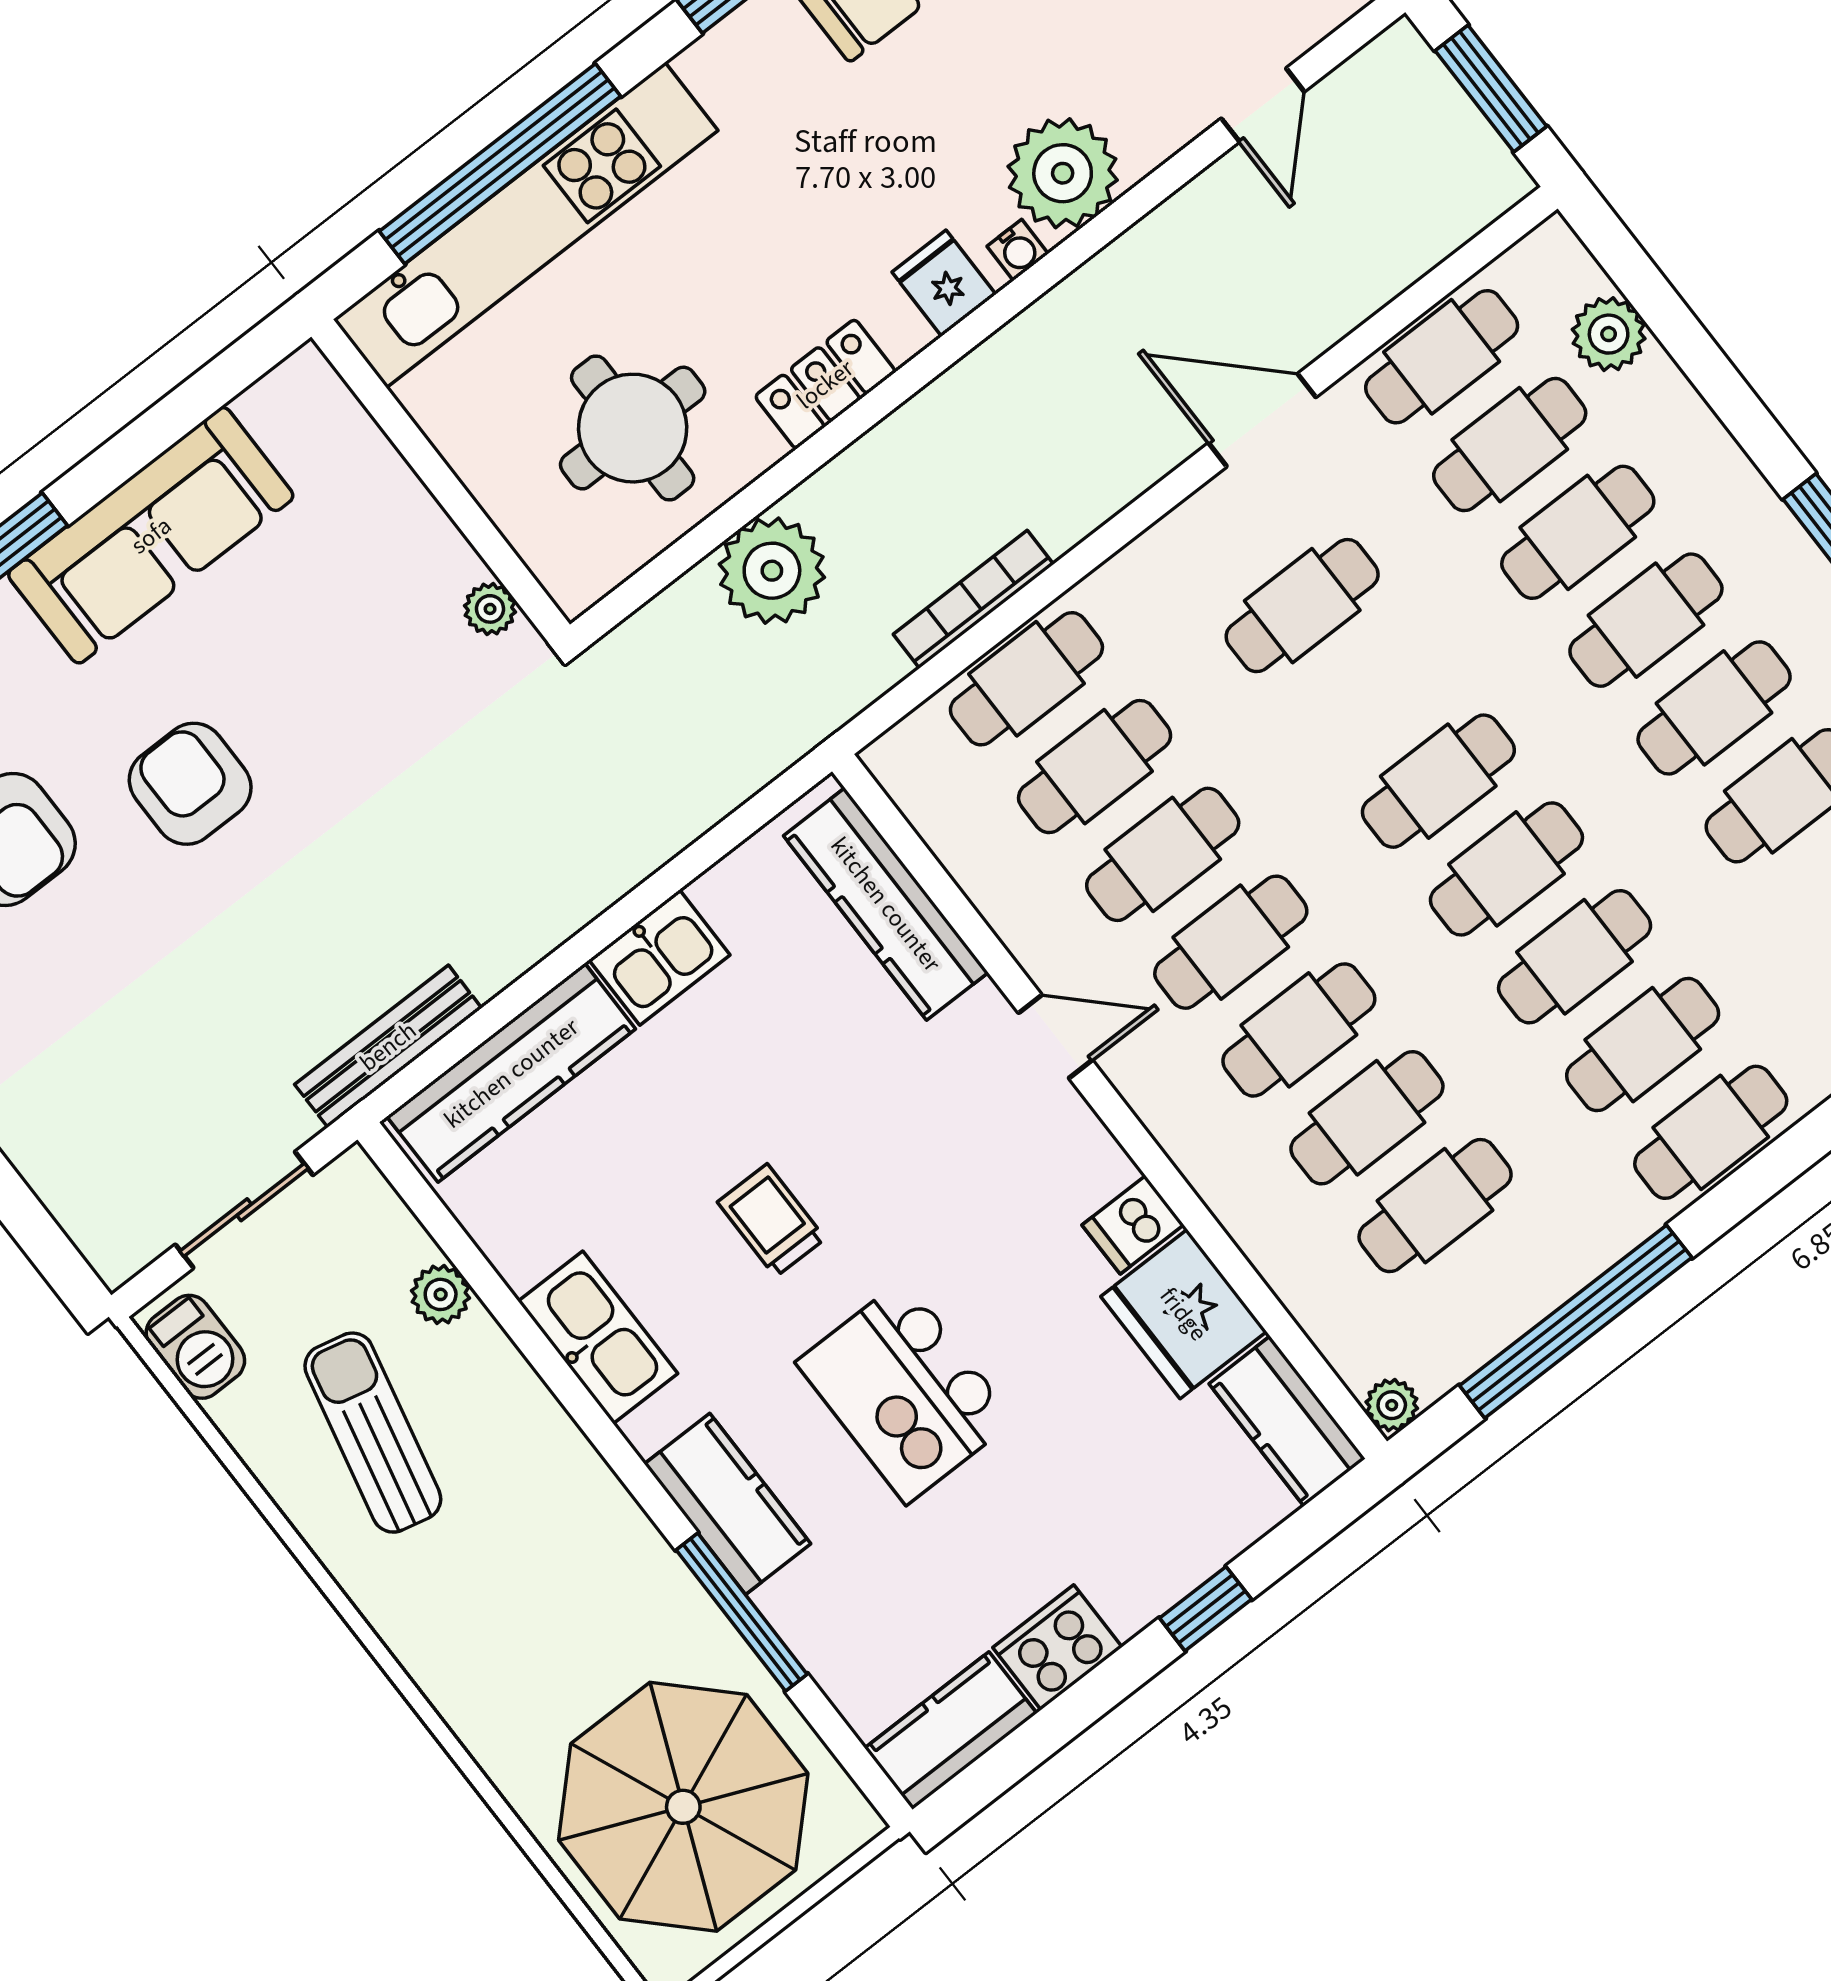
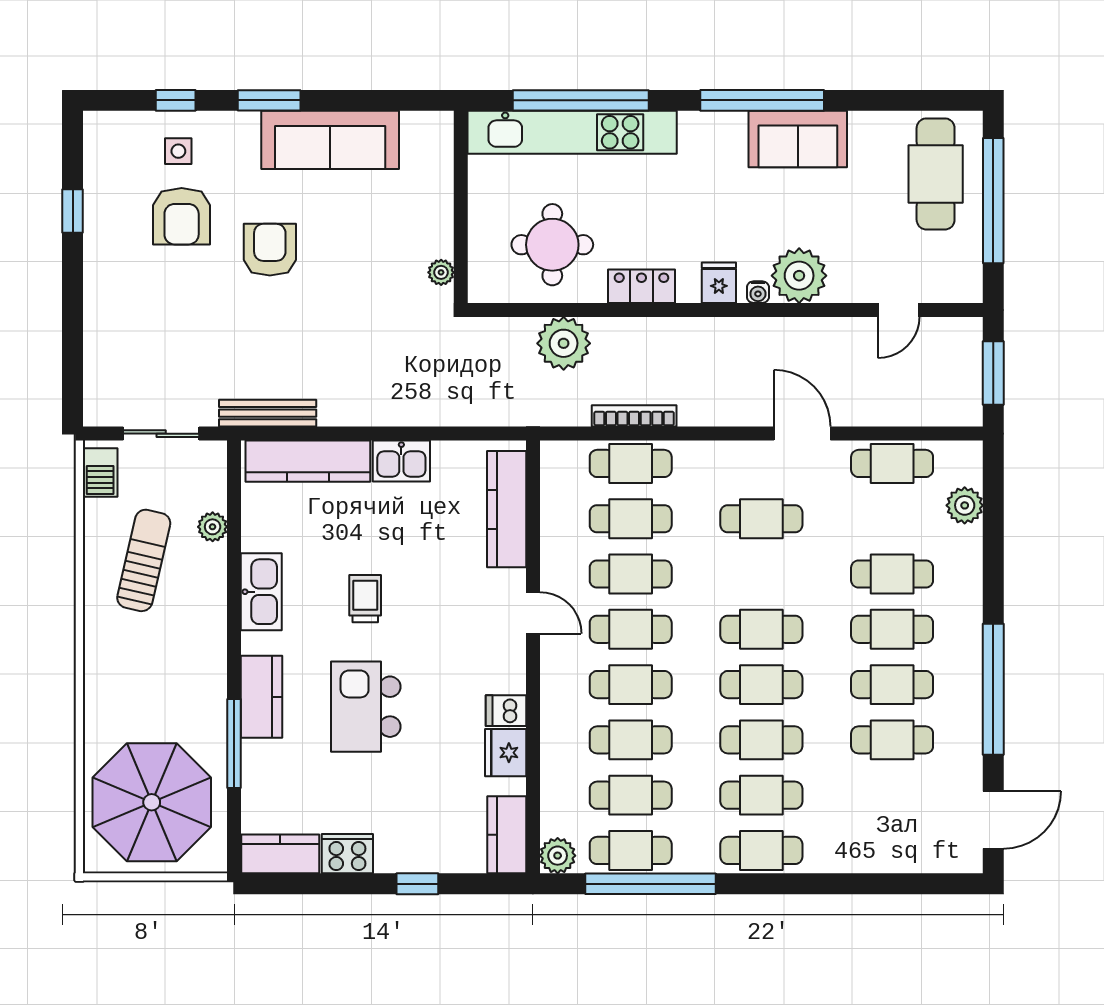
cafe table: (1510, 445) -> (631, 850), moved
fridge: (1184, 1314) -> (506, 753), width x0.73, depth x0.75
plant: (1392, 1405) -> (558, 856), width x1.38, depth x1.38

